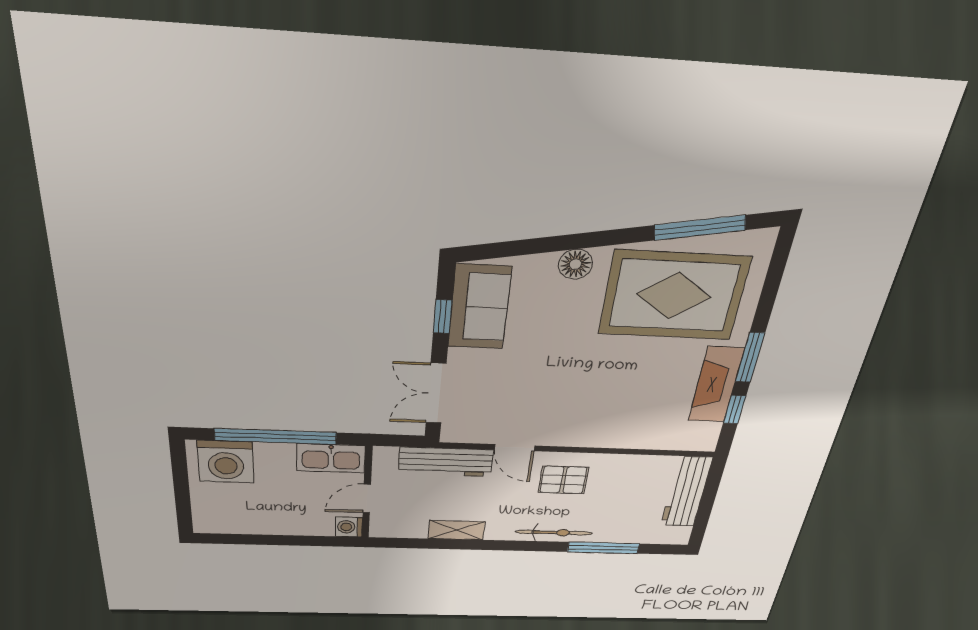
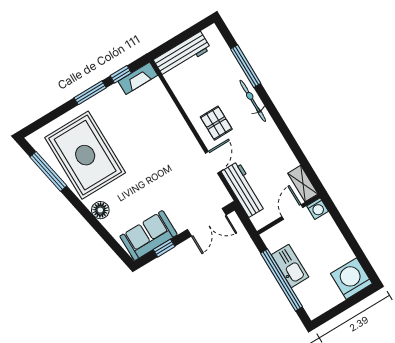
fireplace: (716, 385) -> (138, 78), moved, width x0.73, depth x0.76
kitchen sink: (331, 458) -> (290, 266), moved
washing machine: (226, 462) -> (351, 279), moved, turned -90
door: (367, 498) -> (292, 212), swing flipped
shelving: (456, 530) -> (303, 184), moved

